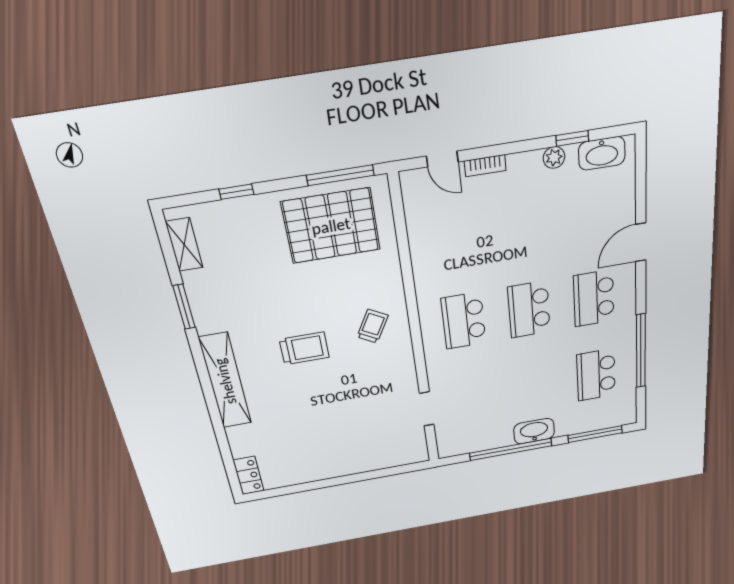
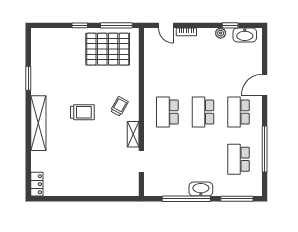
window: (236, 192) -> (80, 25), moved
shelving: (184, 245) -> (133, 134), moved

